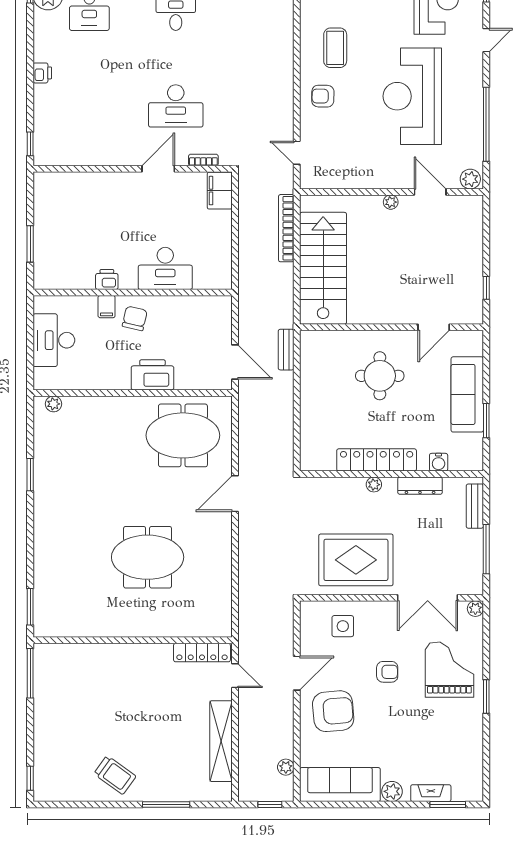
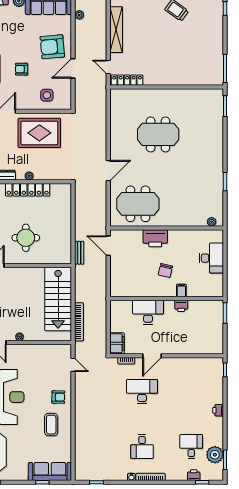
desk: (165, 268) -> (148, 312), moved
printer: (107, 279) -> (181, 306), moved
wall: (133, 292) -> (167, 298), moved
filing cabinet: (107, 307) -> (181, 290), moved

